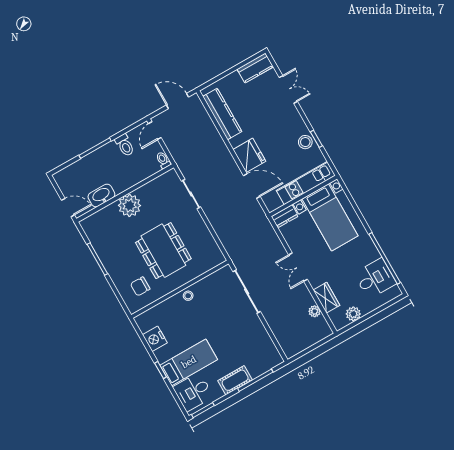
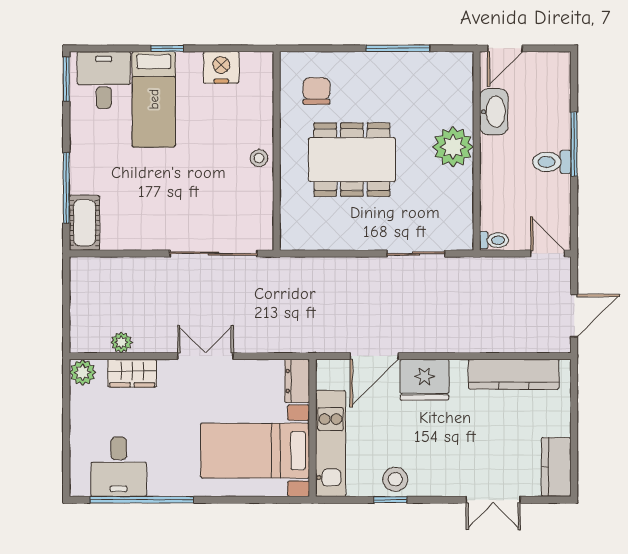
toilet: (125, 145) -> (552, 162), moved
plant: (353, 314) -> (83, 372), moved
cot: (235, 380) -> (84, 223), moved

